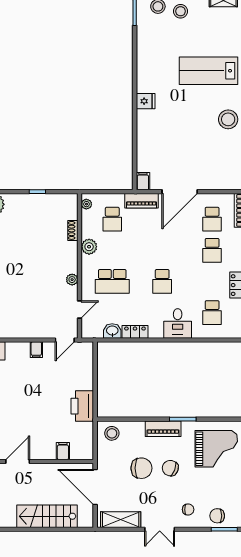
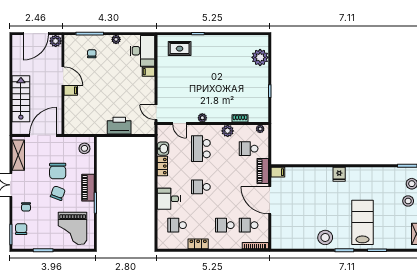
filing cabinet: (36, 350) -> (149, 72), moved
printer: (82, 406) -> (119, 126), moved
filing cabinet: (63, 451) -> (71, 90), moved

